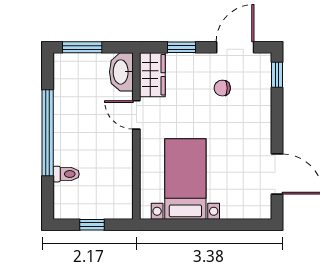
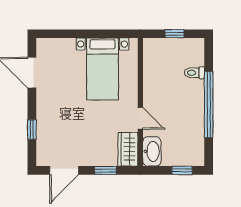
window: (82, 47) -> (182, 170), width x0.67
window: (277, 75) -> (32, 130), moved
chair: (222, 88) -> (74, 139), removed

